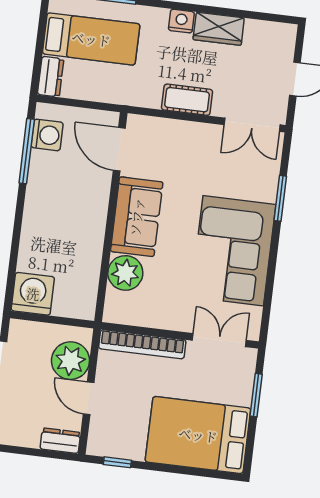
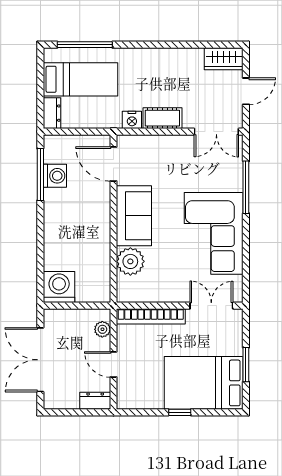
nightstand: (181, 21) -> (132, 120), moved, turned 180
wardrobe: (219, 29) -> (224, 59), moved
washing machine: (47, 135) -> (55, 176), moved
window: (280, 198) -> (246, 187), width x1.44
plant: (70, 361) -> (102, 329), width x0.53, depth x0.53
window: (256, 395) -> (246, 365), moved
window: (117, 462) -> (180, 412), moved

